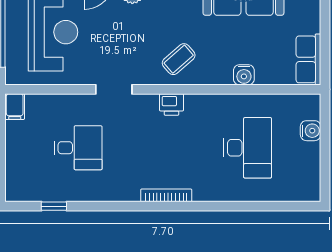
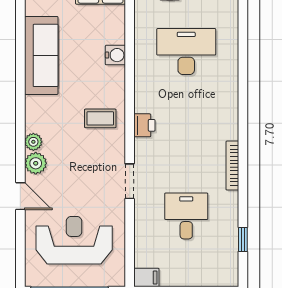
coffee table: (179, 59) -> (100, 118), turned -49
bookcase: (166, 195) -> (232, 166), moved

